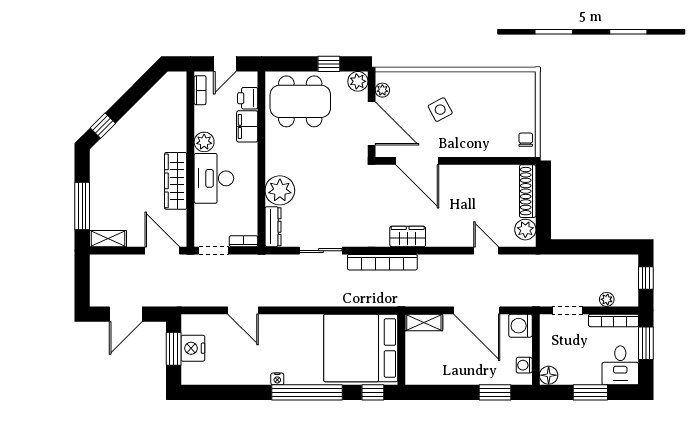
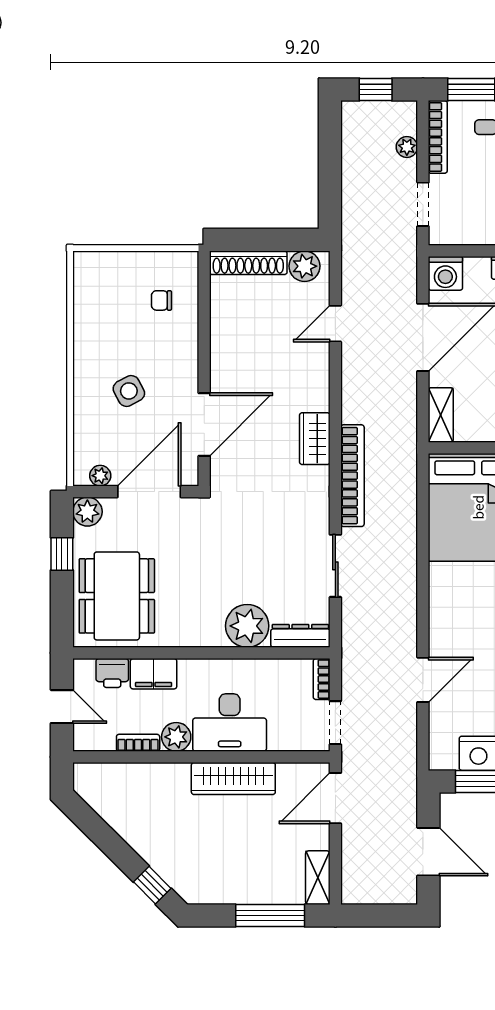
bookcase: (200, 90) -> (138, 743), moved
chair: (526, 140) -> (161, 300), moved

